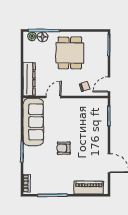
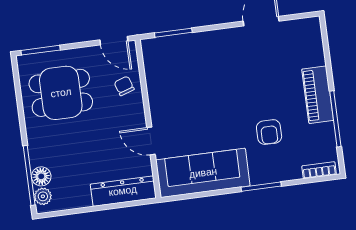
dining table: (70, 53) -> (61, 93), moved
armchair: (64, 148) -> (269, 132), moved
piano: (89, 188) -> (318, 95), moved

